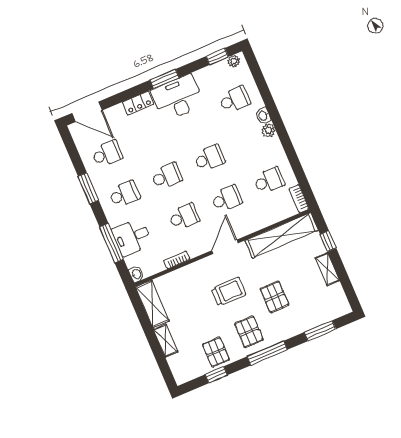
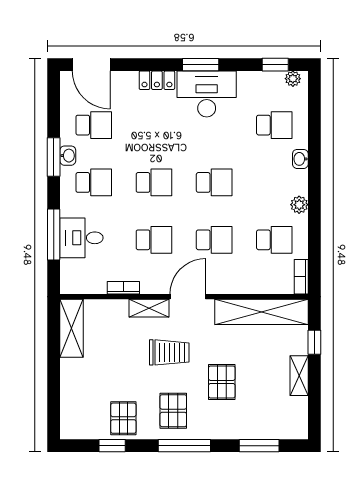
plant: (268, 130) -> (299, 205), moved
washbasin: (136, 274) -> (68, 156), moved
shelving: (166, 341) -> (149, 308), moved, turned 90

